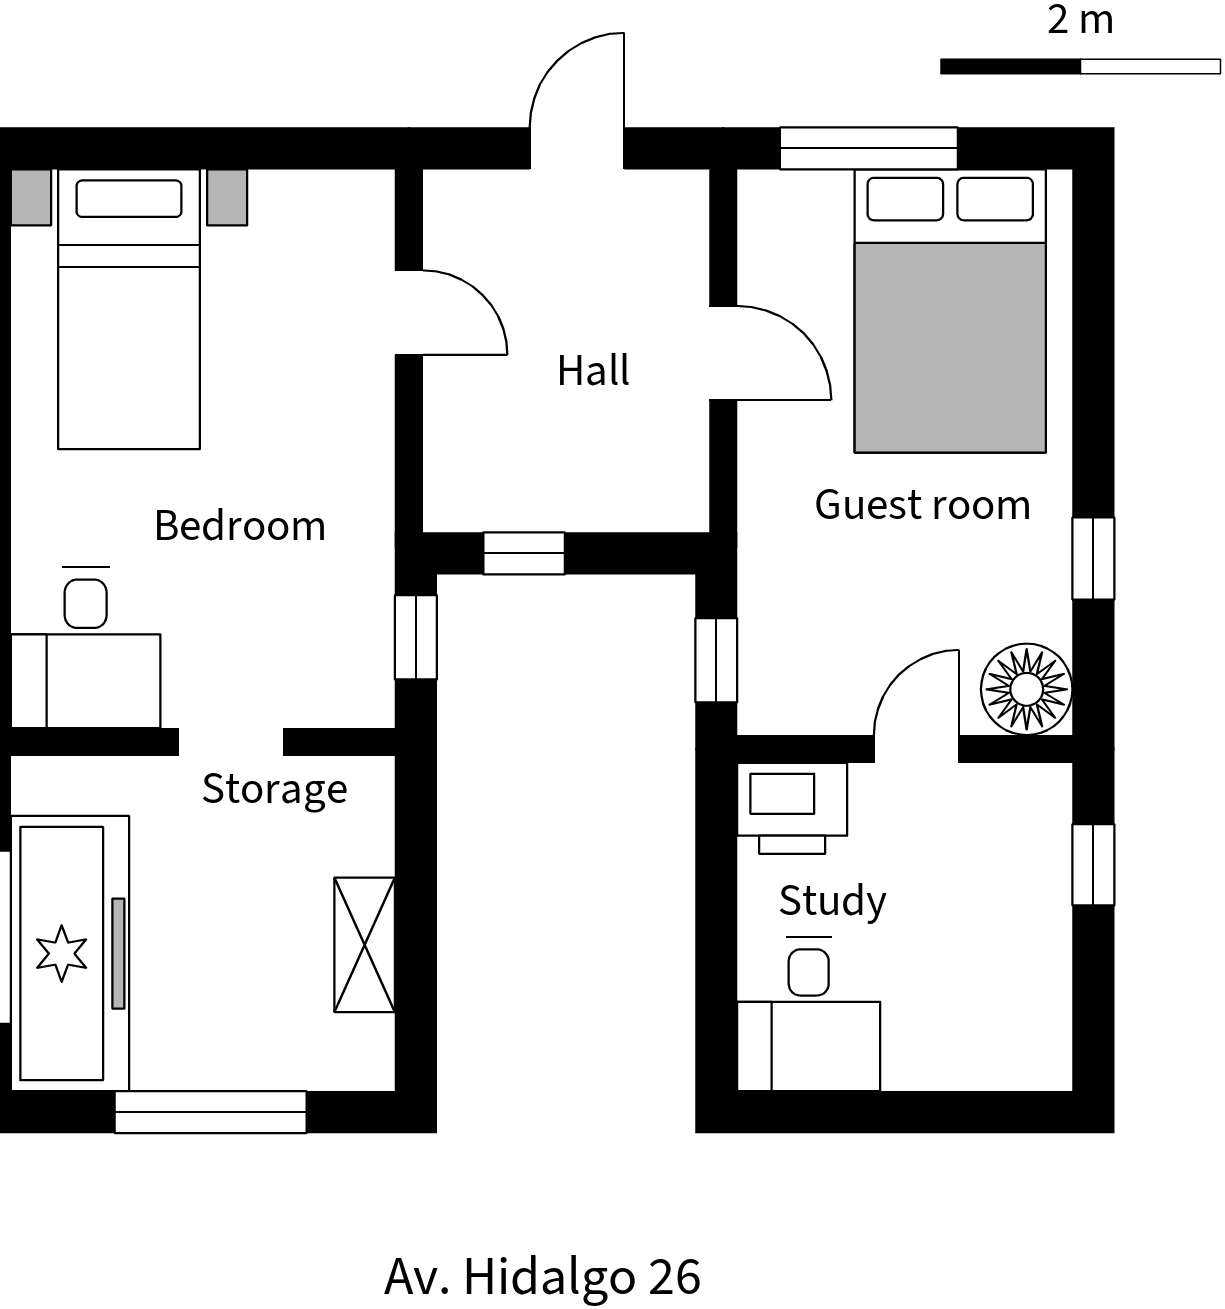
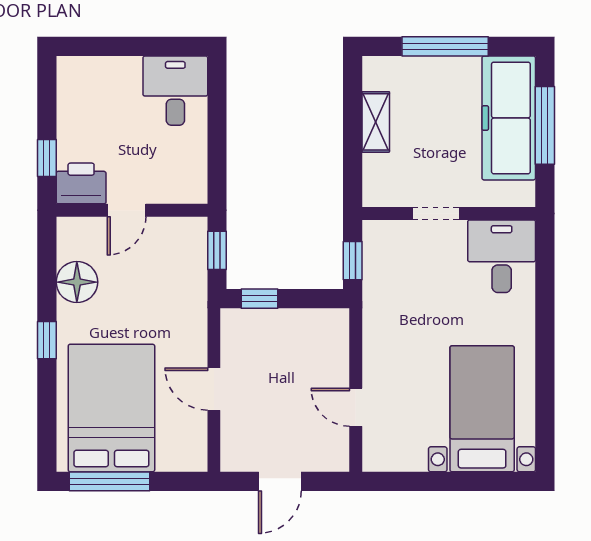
window: (869, 148) -> (110, 481), moved
window: (524, 553) -> (259, 299), moved
window: (1093, 559) -> (47, 340), moved
floor lamp: (1027, 689) -> (77, 282), moved
printer: (792, 808) -> (81, 183), moved

